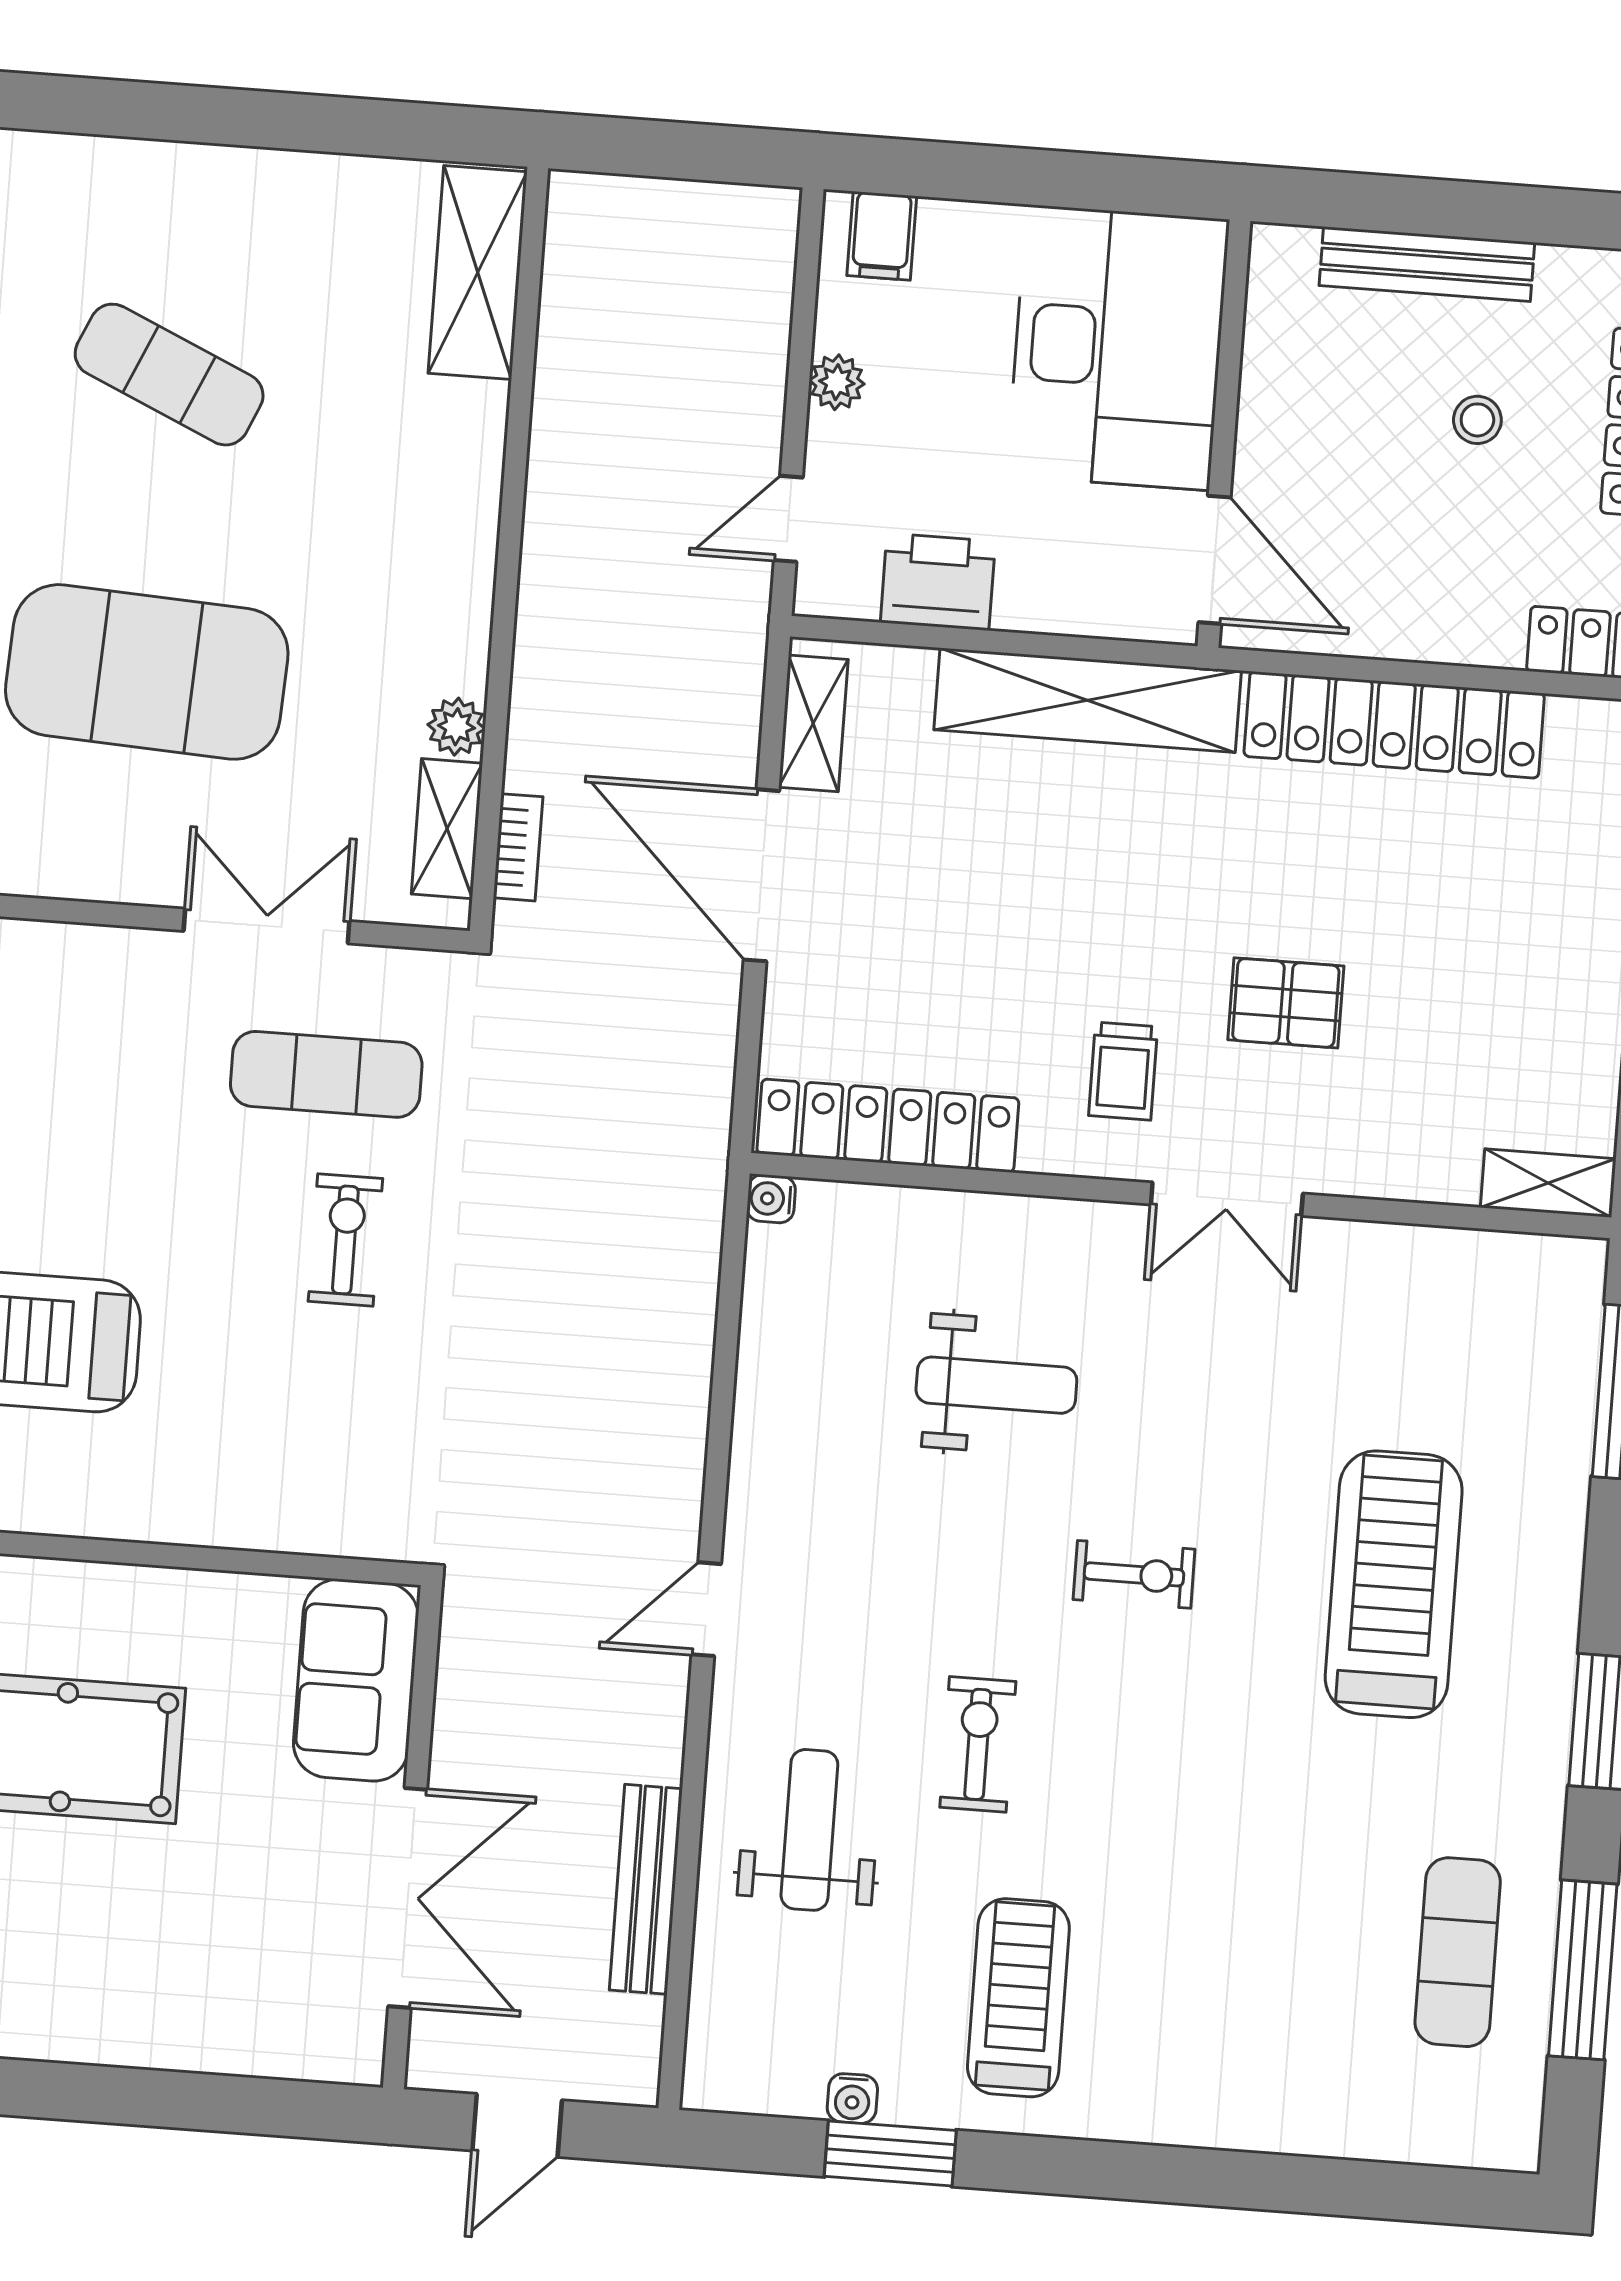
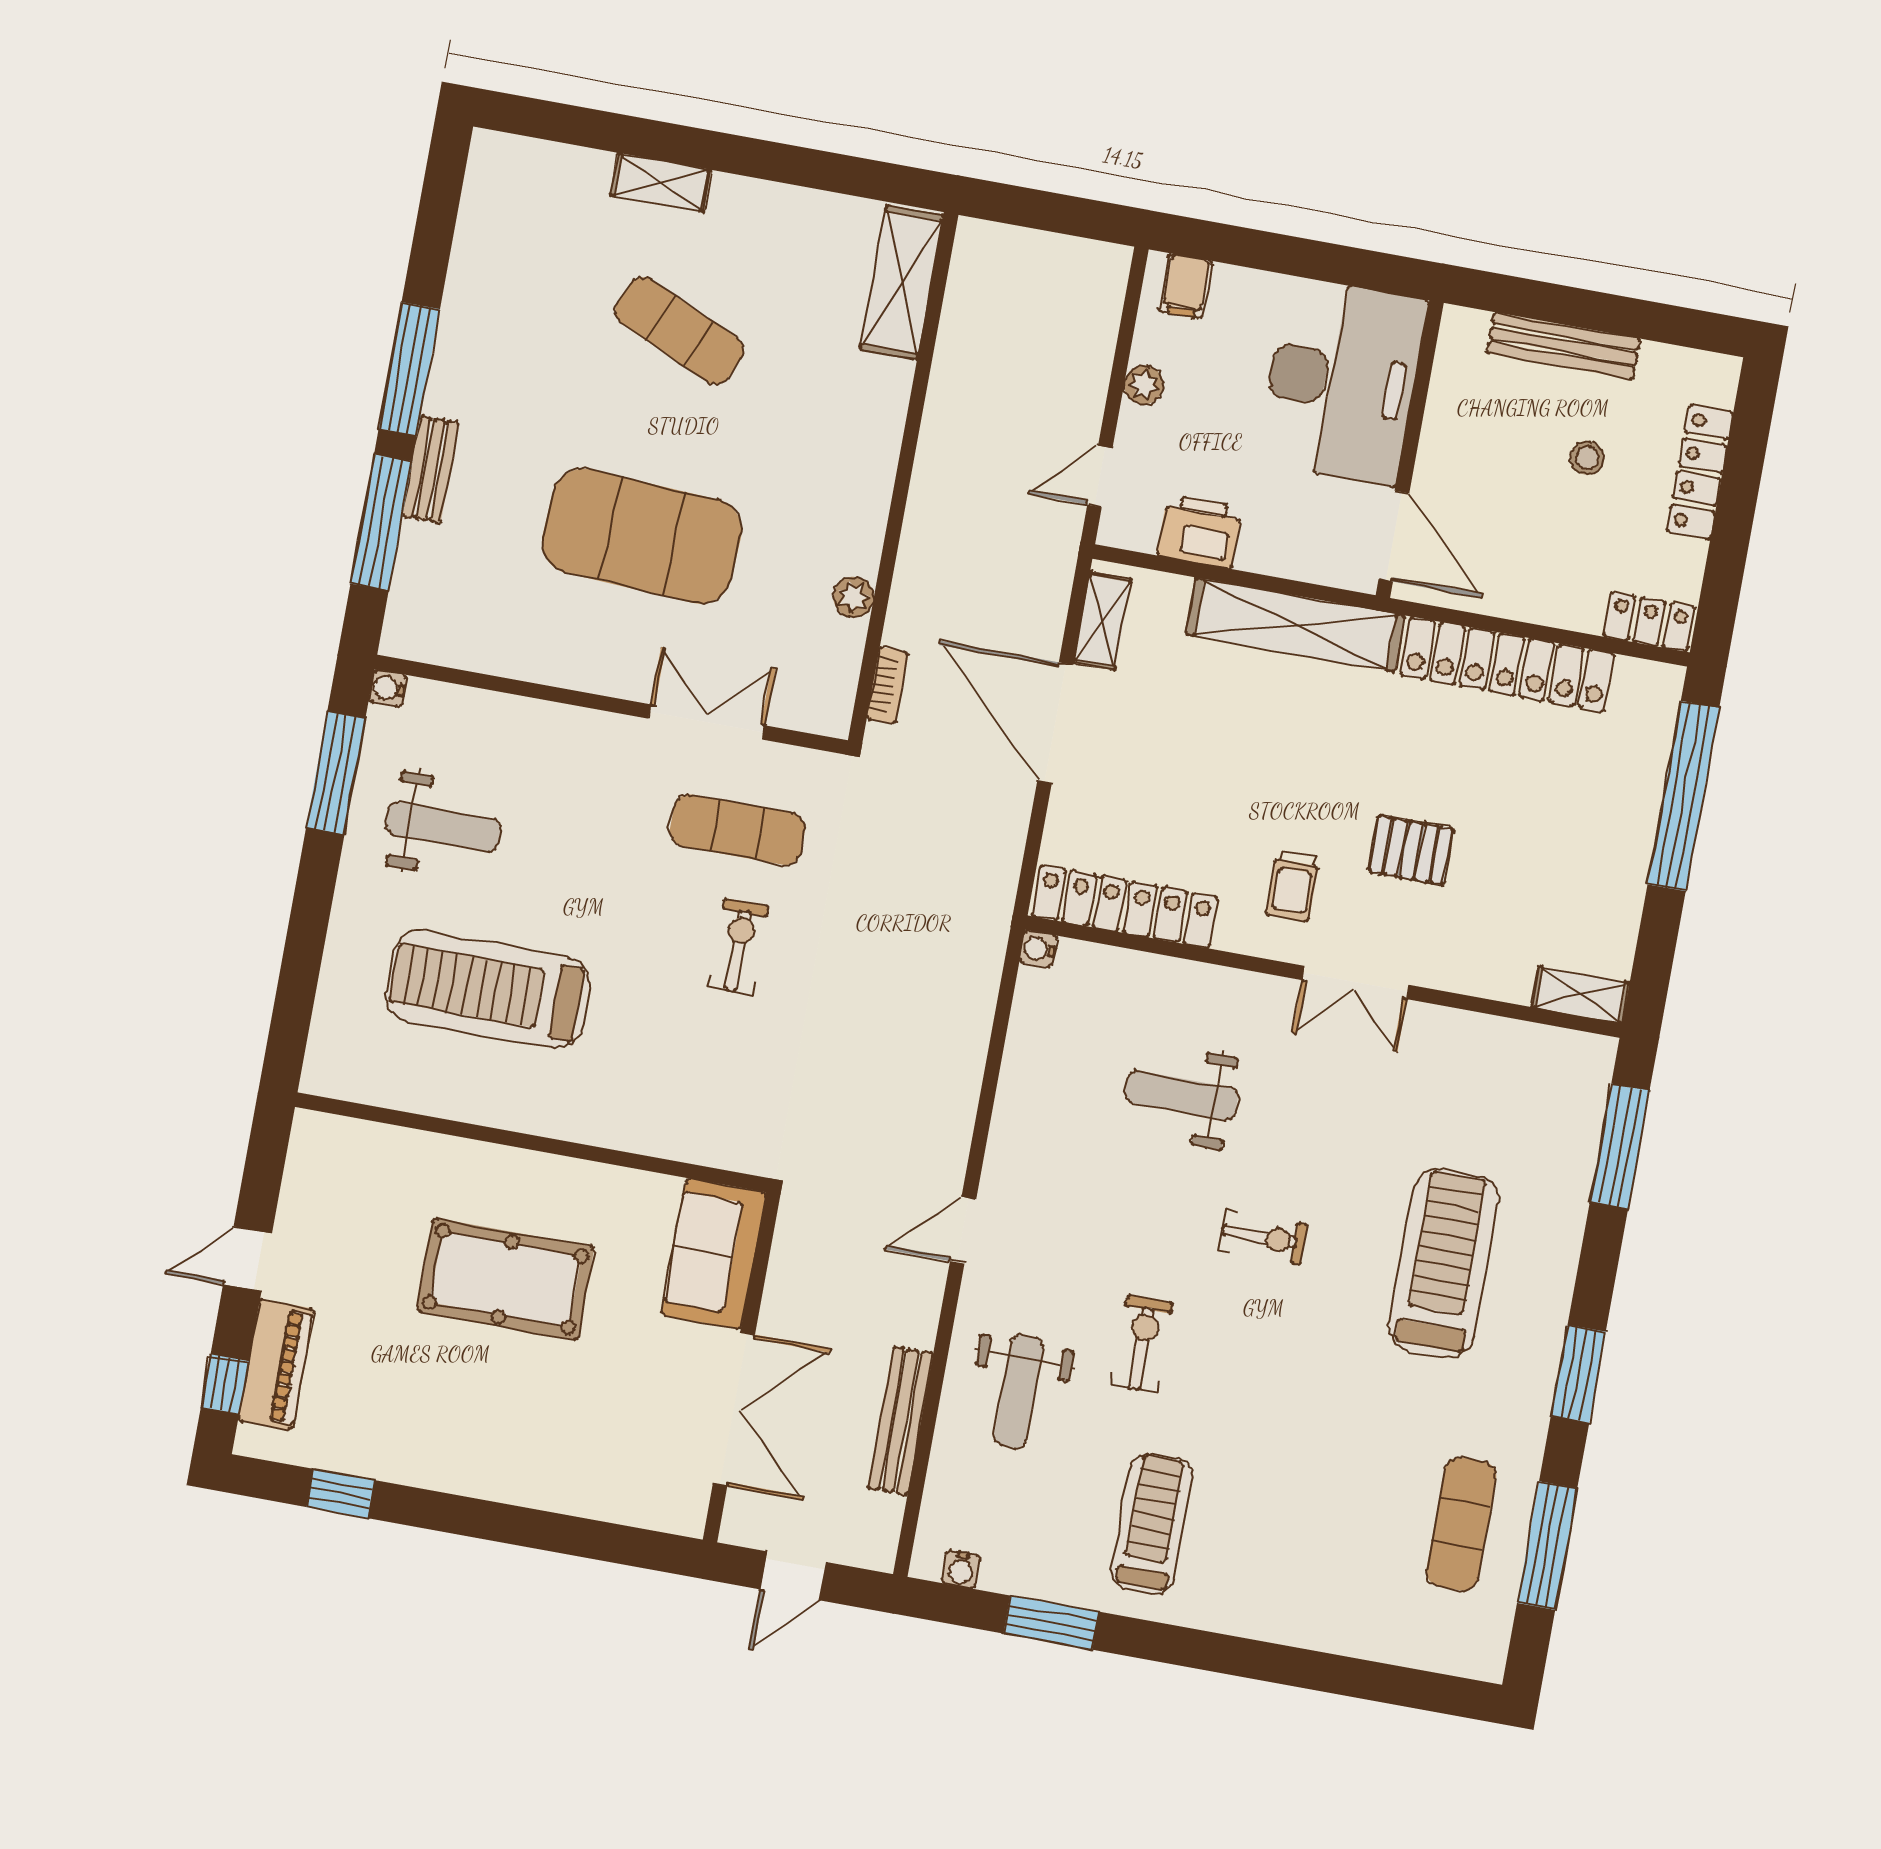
shelving: (447, 829) -> (661, 182), moved, turned 90
weight bench: (996, 1385) -> (1182, 1095), turned 180
weight bench: (809, 1830) -> (1019, 1391), turned 180
water cooler: (852, 2099) -> (961, 1569), moved

